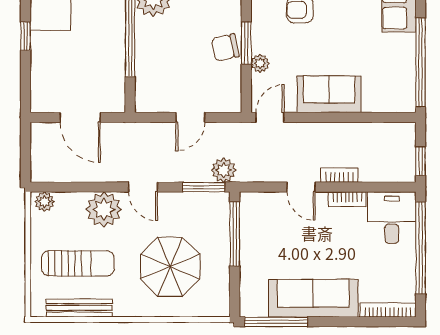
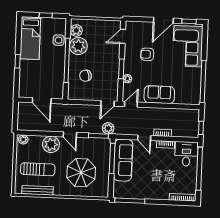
chair: (225, 47) -> (85, 76), moved
door: (190, 117) -> (108, 103), moved
sofa: (313, 298) -> (123, 160), moved, turned 90

